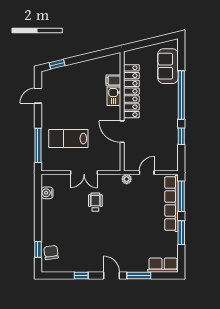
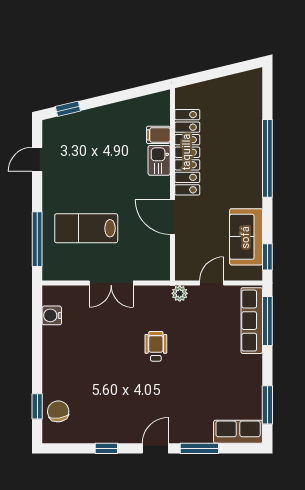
sofa: (168, 66) -> (246, 237), moved
window: (181, 136) -> (267, 257), moved
wheelchair: (95, 202) -> (156, 346), moved
row of seats: (172, 204) -> (252, 321), width x0.73
window: (181, 233) -> (267, 405), moved
door: (112, 276) -> (155, 448), hinge flipped

